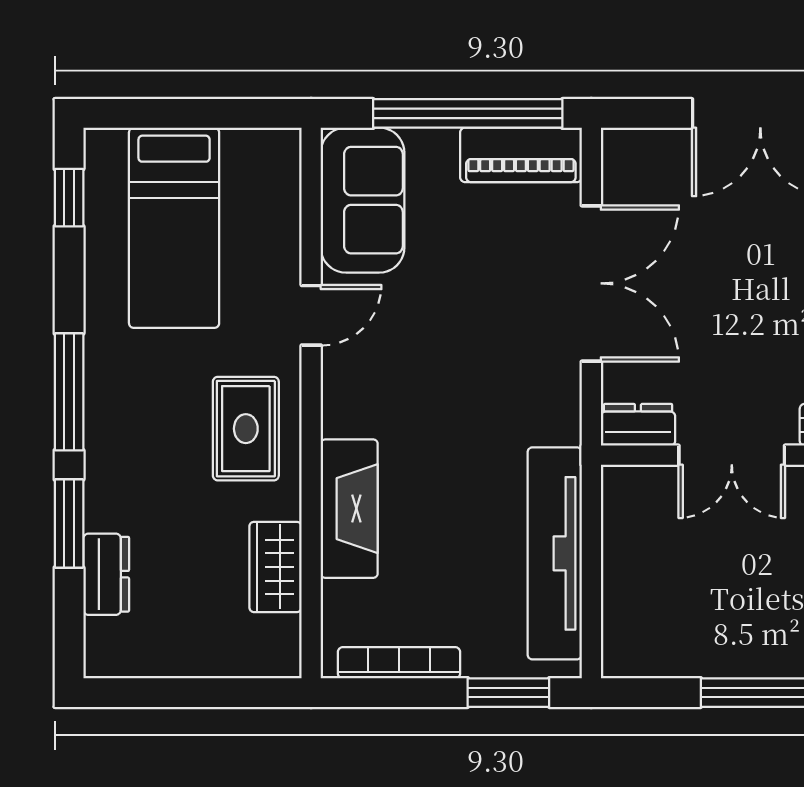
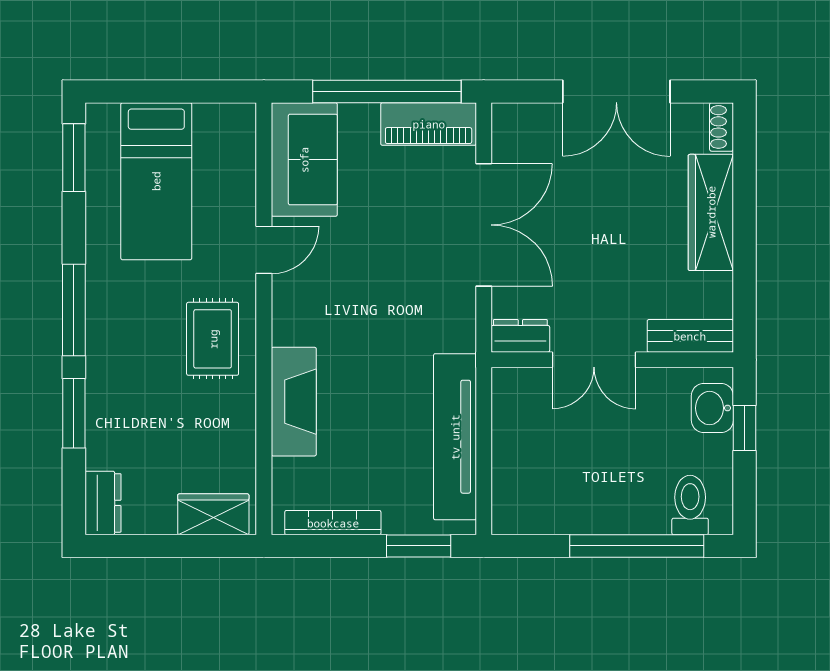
window: (69, 198) -> (74, 158), width x1.50
wardrobe: (275, 567) -> (213, 514), moved, turned 90
dresser: (106, 574) -> (103, 503), moved

